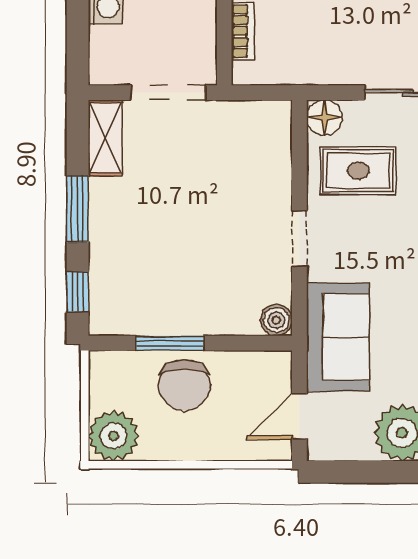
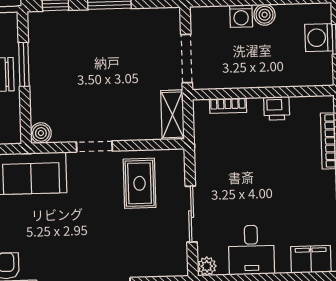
floor lamp: (324, 118) -> (173, 160), removed
shelving: (105, 138) -> (173, 115), moved, turned 90

